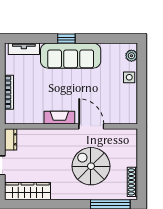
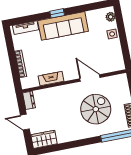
fireplace: (59, 118) -> (51, 79), moved
spiral stairs: (91, 166) -> (96, 109), turned 90
wardrobe: (27, 191) -> (44, 139), width x0.67

